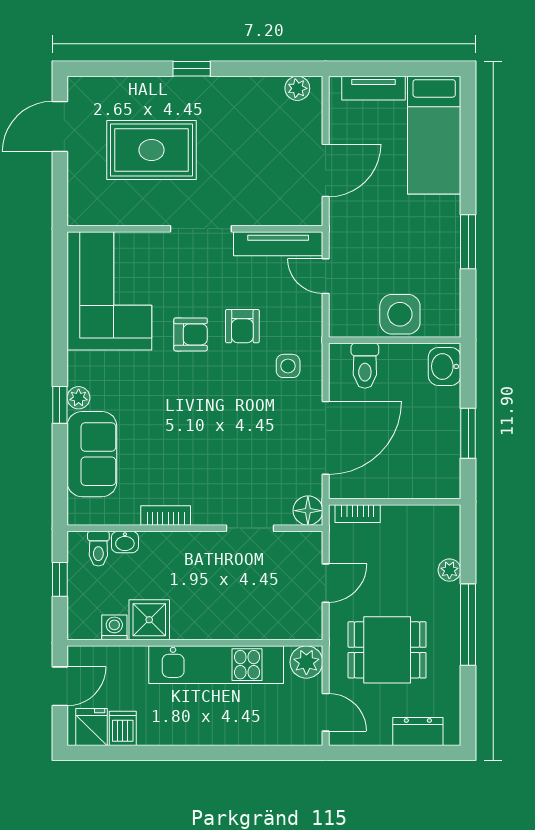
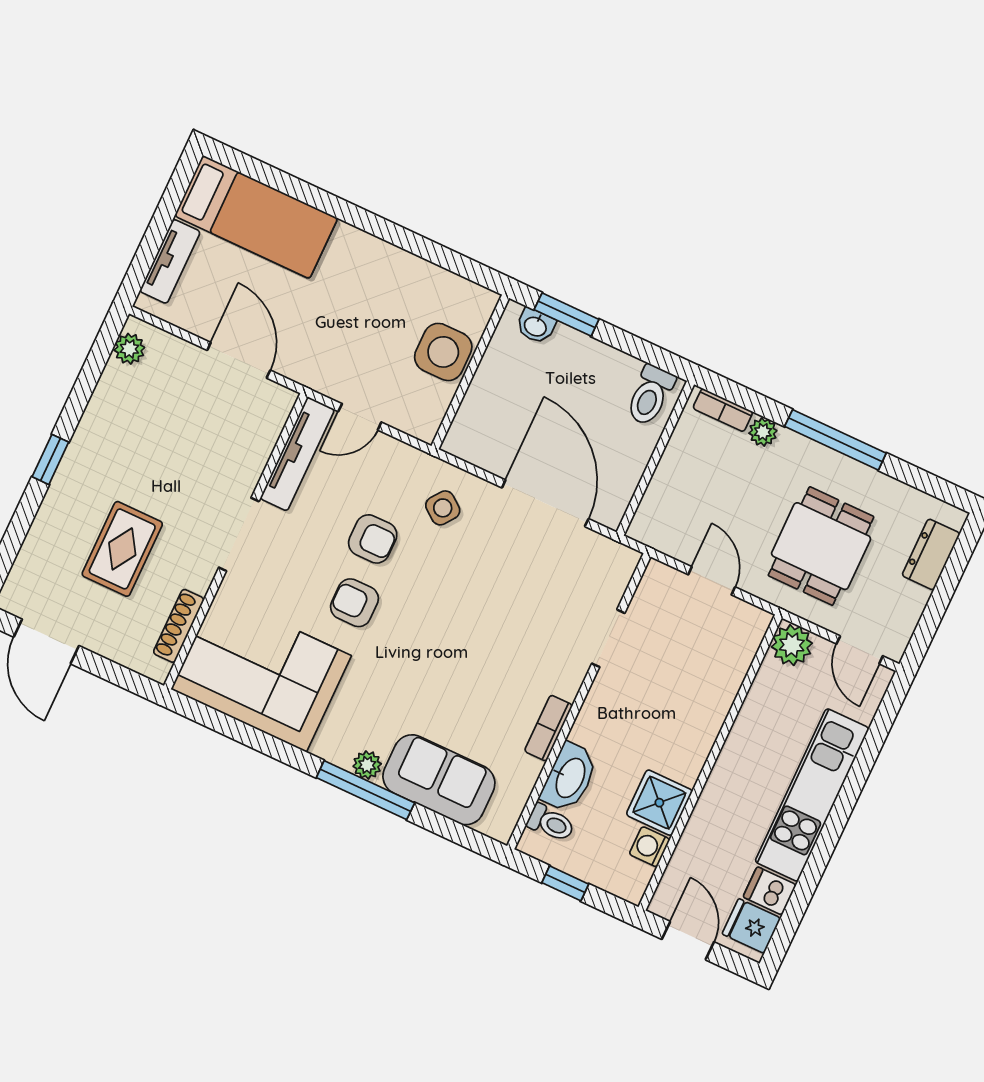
rug: (152, 150) -> (122, 549), width x0.73, depth x0.70
shoe rack: (115, 216) -> (179, 626), added
window: (468, 242) -> (397, 235), removed
armchair: (191, 334) -> (354, 603), turned -90
side table: (288, 366) -> (443, 508), turned 37
toilet: (365, 366) -> (650, 395), moved, turned 90
washbasin: (445, 366) -> (536, 326), width x0.72, depth x0.69
window: (60, 405) -> (365, 790), width x2.17
window: (468, 433) -> (567, 314), moved
floor lamp: (308, 511) -> (619, 562), removed
bookcase: (358, 514) -> (723, 410), moved, turned 90
washbasin: (125, 542) -> (569, 777), width x1.91, depth x1.45
kitchen unit: (216, 665) -> (812, 795), moved, turned 180
door: (326, 712) -> (860, 650), swing flipped

